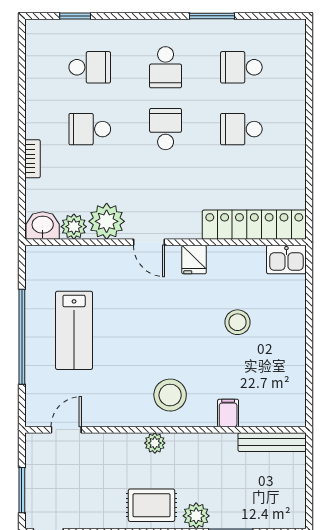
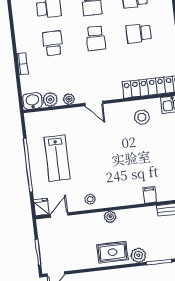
school desk: (90, 129) -> (53, 43), turned 90
school desk: (166, 129) -> (96, 38), turned 180
plant: (107, 221) -> (69, 99), width x0.53, depth x0.53
fridge: (194, 260) -> (41, 207), moved, turned 180
stool: (238, 322) -> (142, 117), moved
stool: (170, 395) -> (90, 199), moved, width x0.53, depth x0.53

